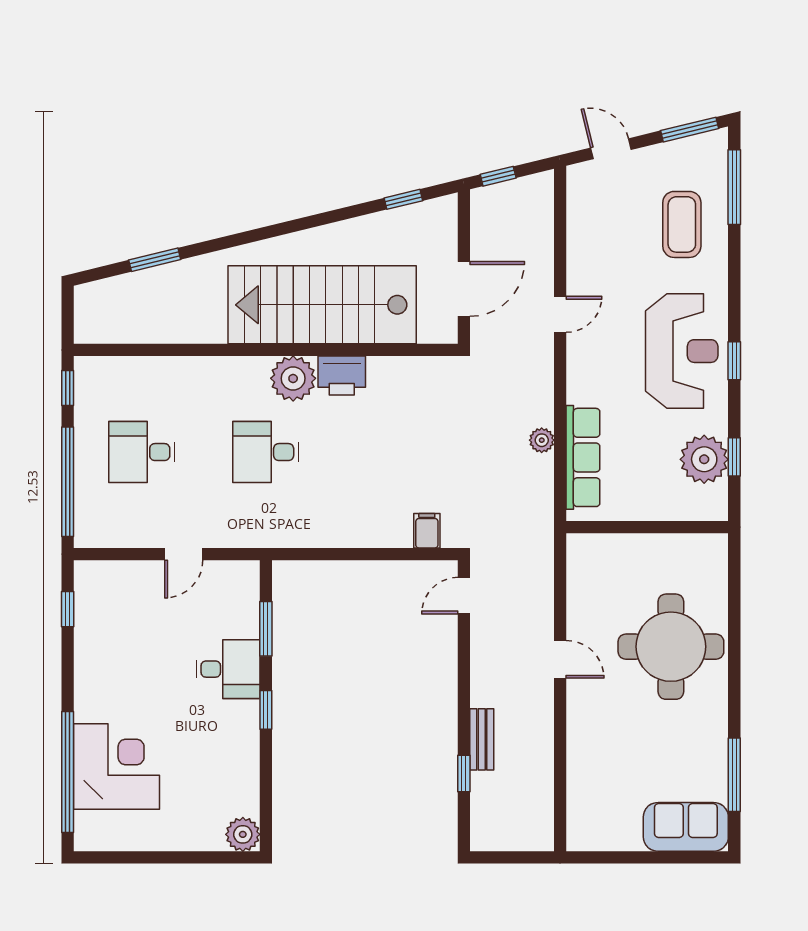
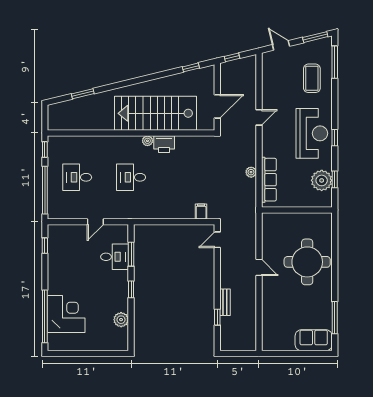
plant: (293, 378) -> (147, 141), width x0.53, depth x0.53
desk: (228, 669) -> (115, 257), moved
plant: (243, 834) -> (121, 320), moved

